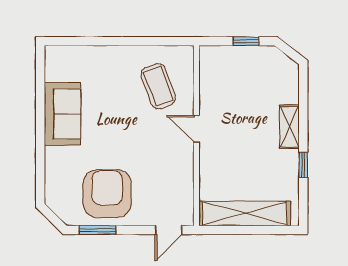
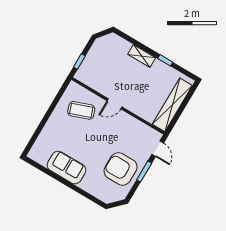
window: (246, 41) -> (79, 61), moved
window: (98, 230) -> (144, 171), moved

